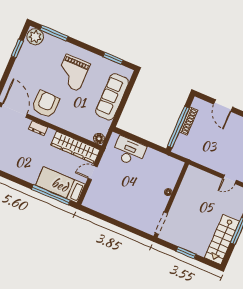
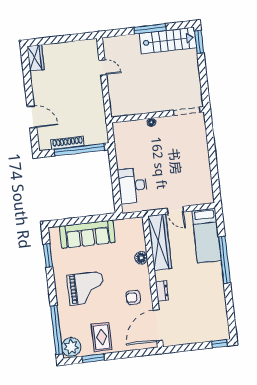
window: (54, 33) -> (57, 330), width x1.46
rug: (30, 64) -> (102, 337), added
armchair: (46, 104) -> (133, 297), width x0.53, depth x0.53
door: (223, 106) -> (32, 117), hinge flipped
floor lamp: (99, 139) -> (141, 258), moved
window: (51, 195) -> (224, 260), moved
window: (186, 253) -> (199, 42), moved

